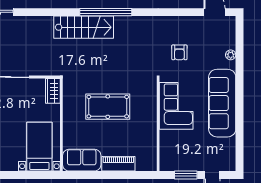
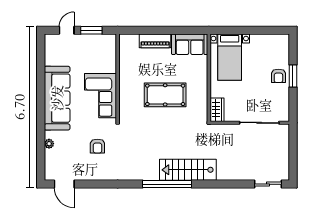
armchair: (179, 52) -> (97, 146), turned 180

